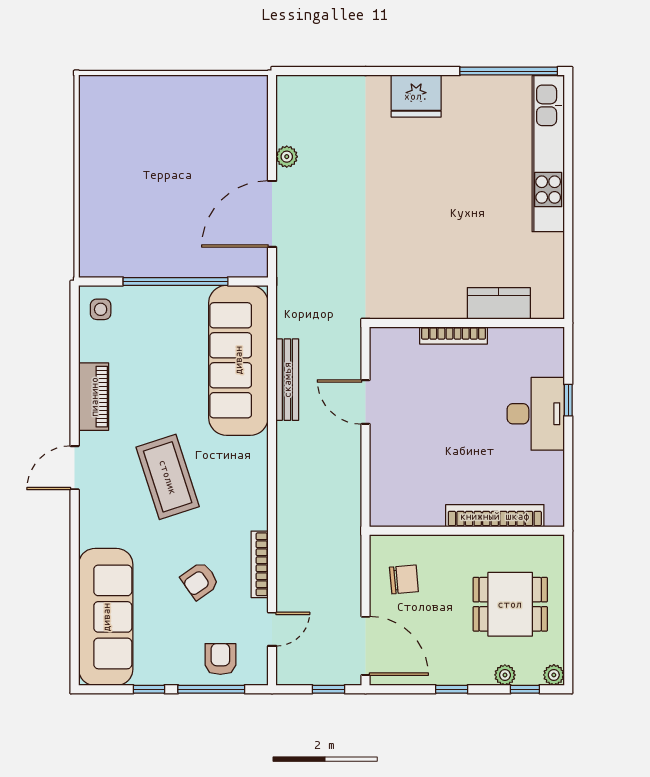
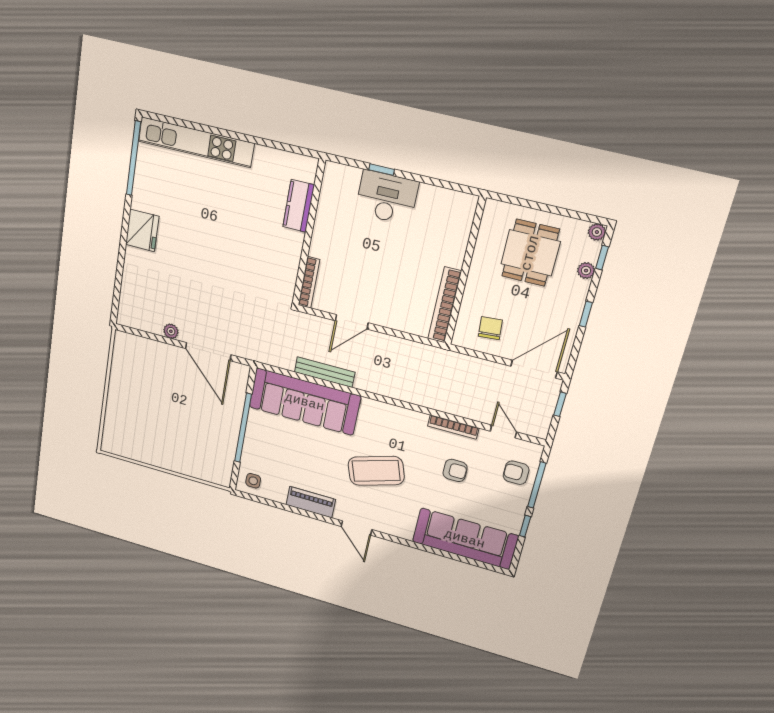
bookcase: (454, 336) -> (309, 282), moved
bookcase: (495, 516) -> (445, 305), moved
armchair: (200, 581) -> (455, 470), turned -55

